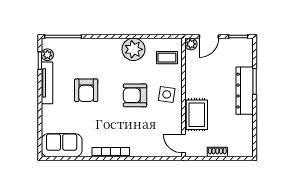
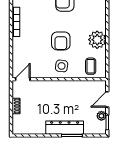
door: (209, 37) -> (107, 99), hinge flipped
plant: (191, 44) -> (101, 116), moved
armchair: (135, 95) -> (61, 41), turned 180
rug: (197, 115) -> (45, 90), removed

